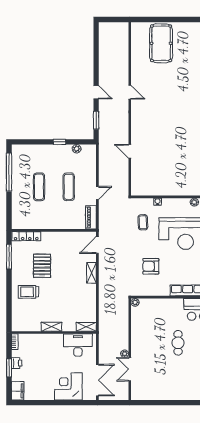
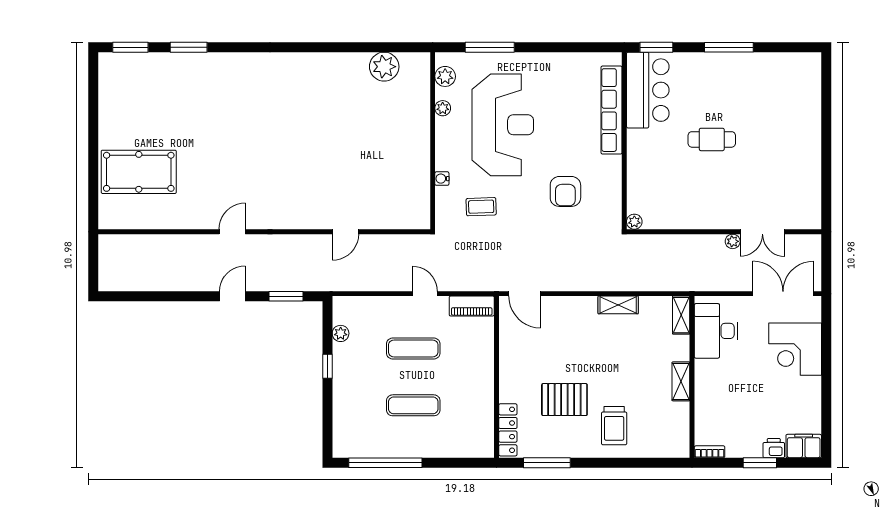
shelving: (91, 273) -> (618, 305), moved
printer: (17, 363) -> (774, 448), moved

